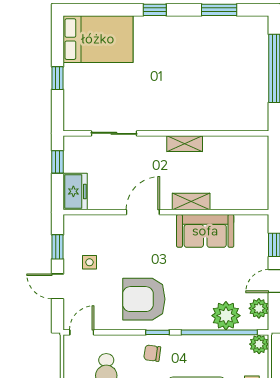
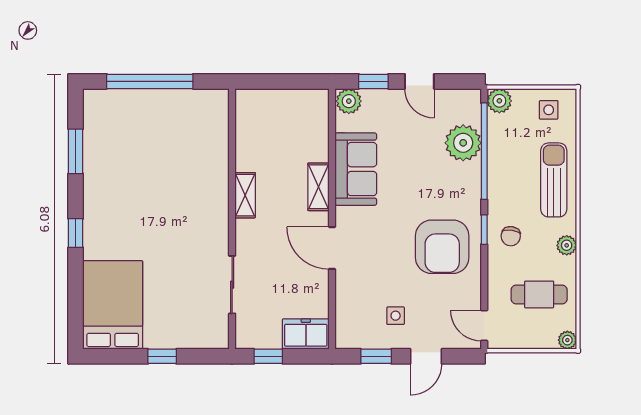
plant: (259, 308) -> (349, 101), moved

